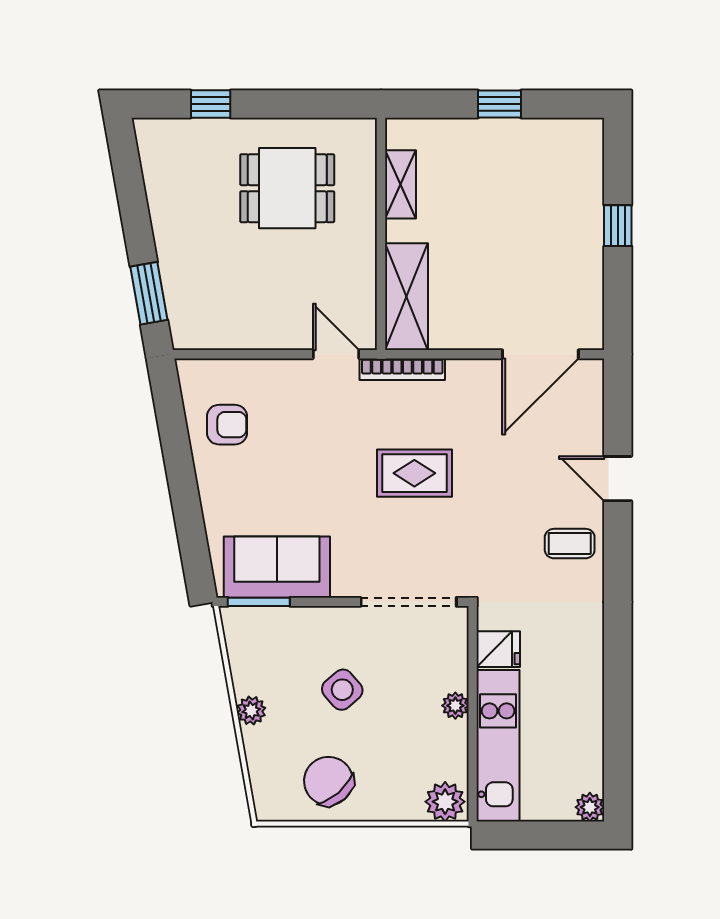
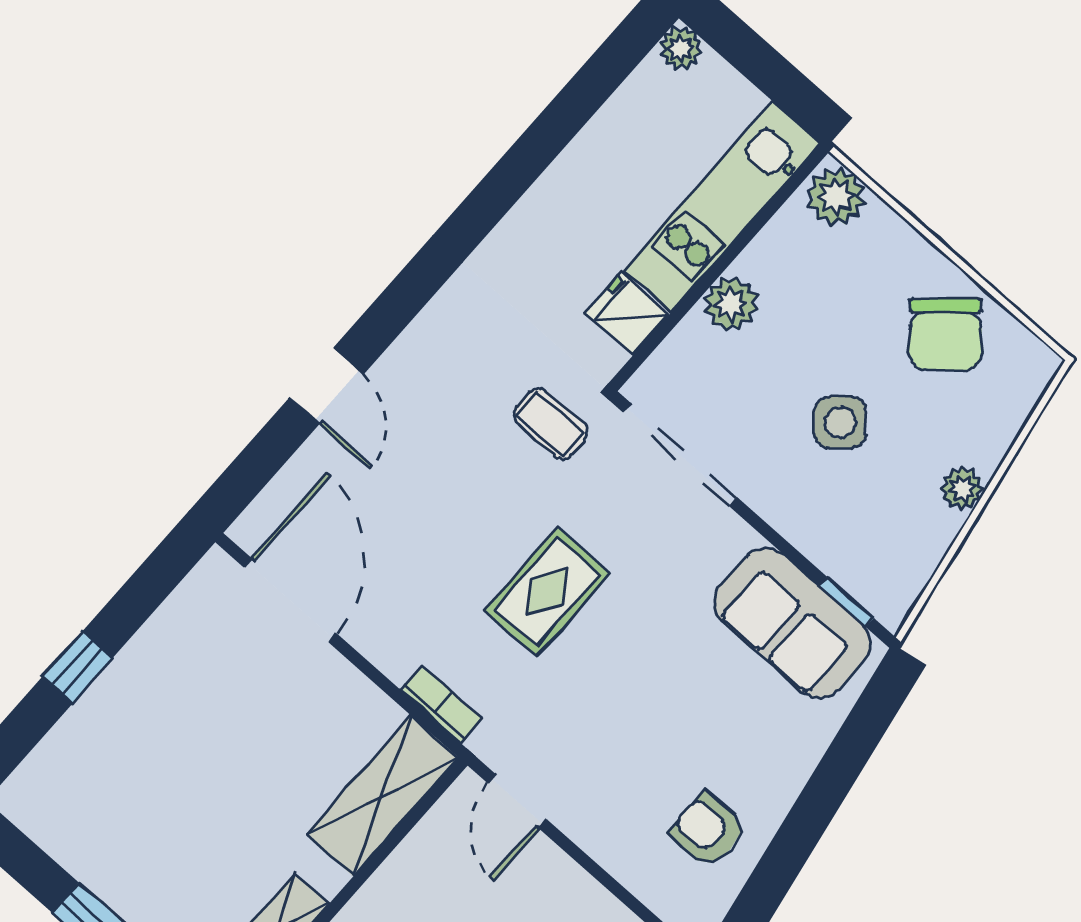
door: (540, 354) -> (290, 600), hinge flipped
bookcase: (402, 369) -> (441, 704), width x0.64
rug: (414, 473) -> (547, 592), turned 90
coffee table: (570, 544) -> (551, 424), moved
window: (259, 602) -> (847, 602), width x0.67
plant: (455, 706) -> (731, 304), width x1.38, depth x1.38

